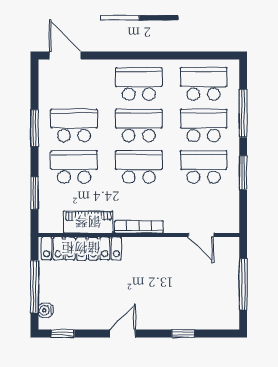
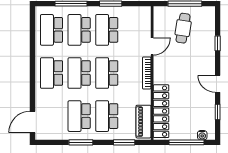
piano: (88, 222) -> (143, 122), moved
door: (201, 235) -> (152, 46), moved
cafe table: (206, 282) -> (183, 28), added
window: (63, 334) -> (218, 112), moved

